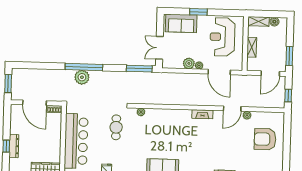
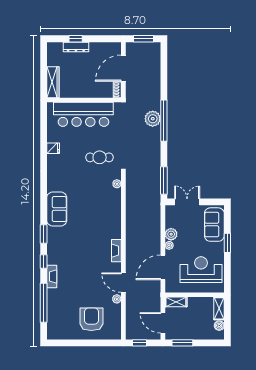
shelving: (252, 47) -> (176, 302), moved

